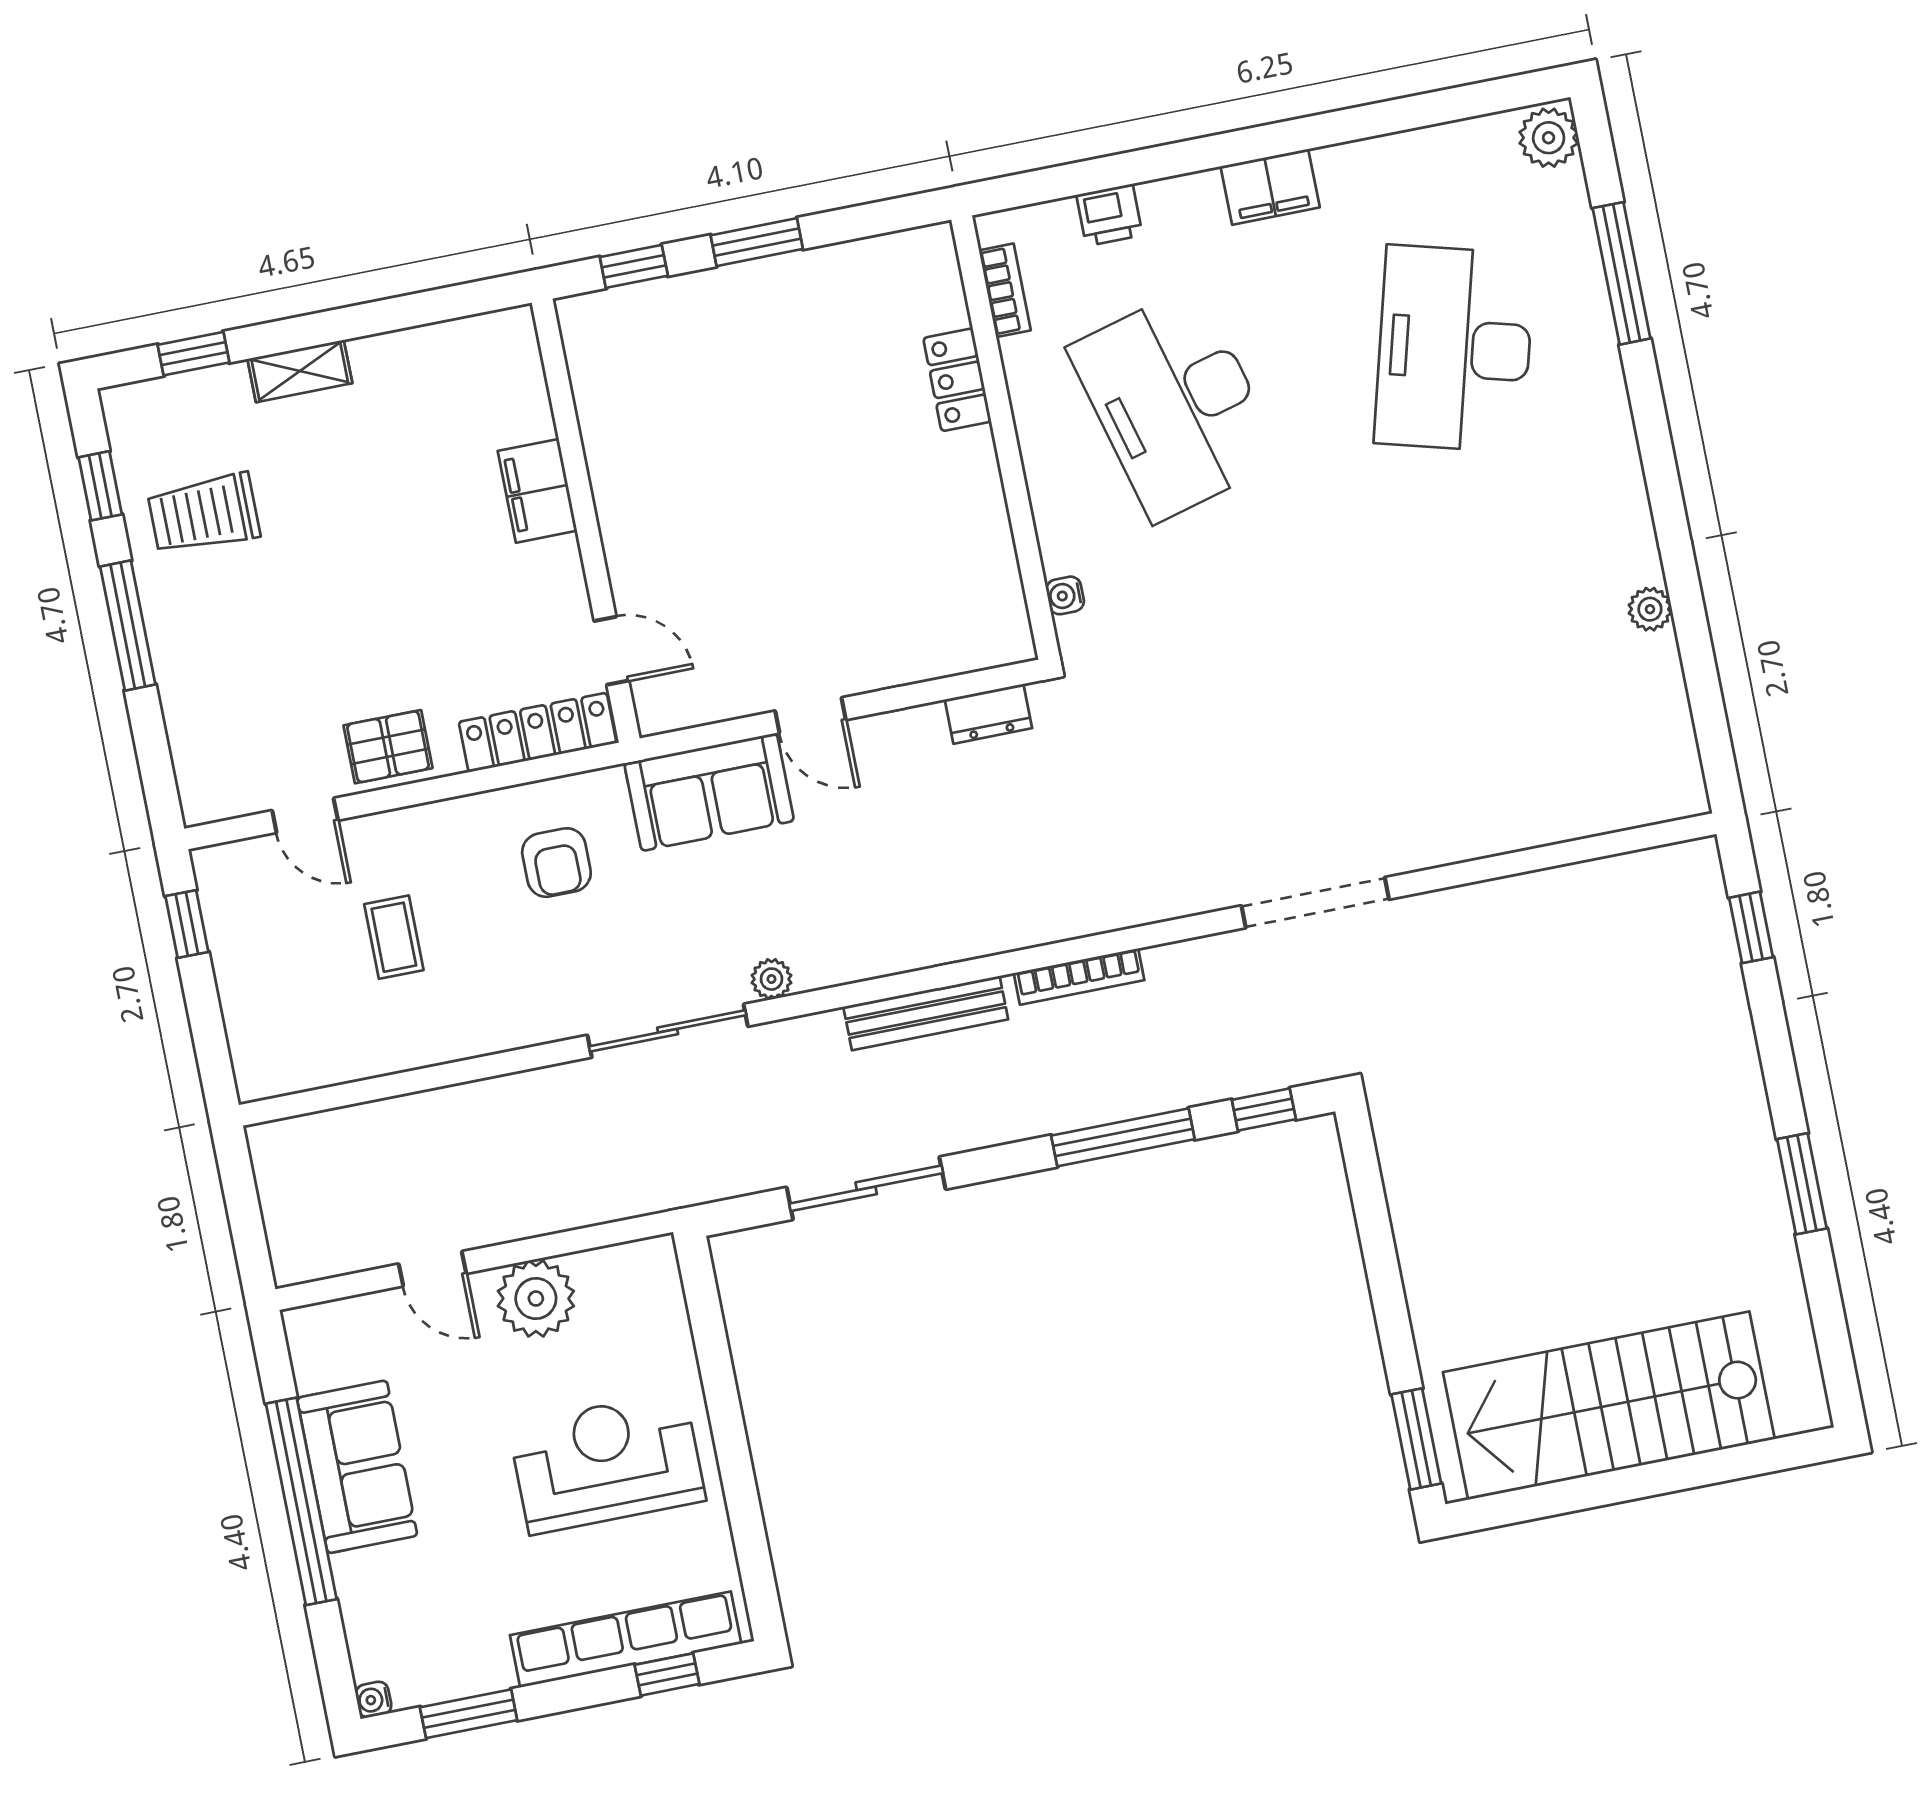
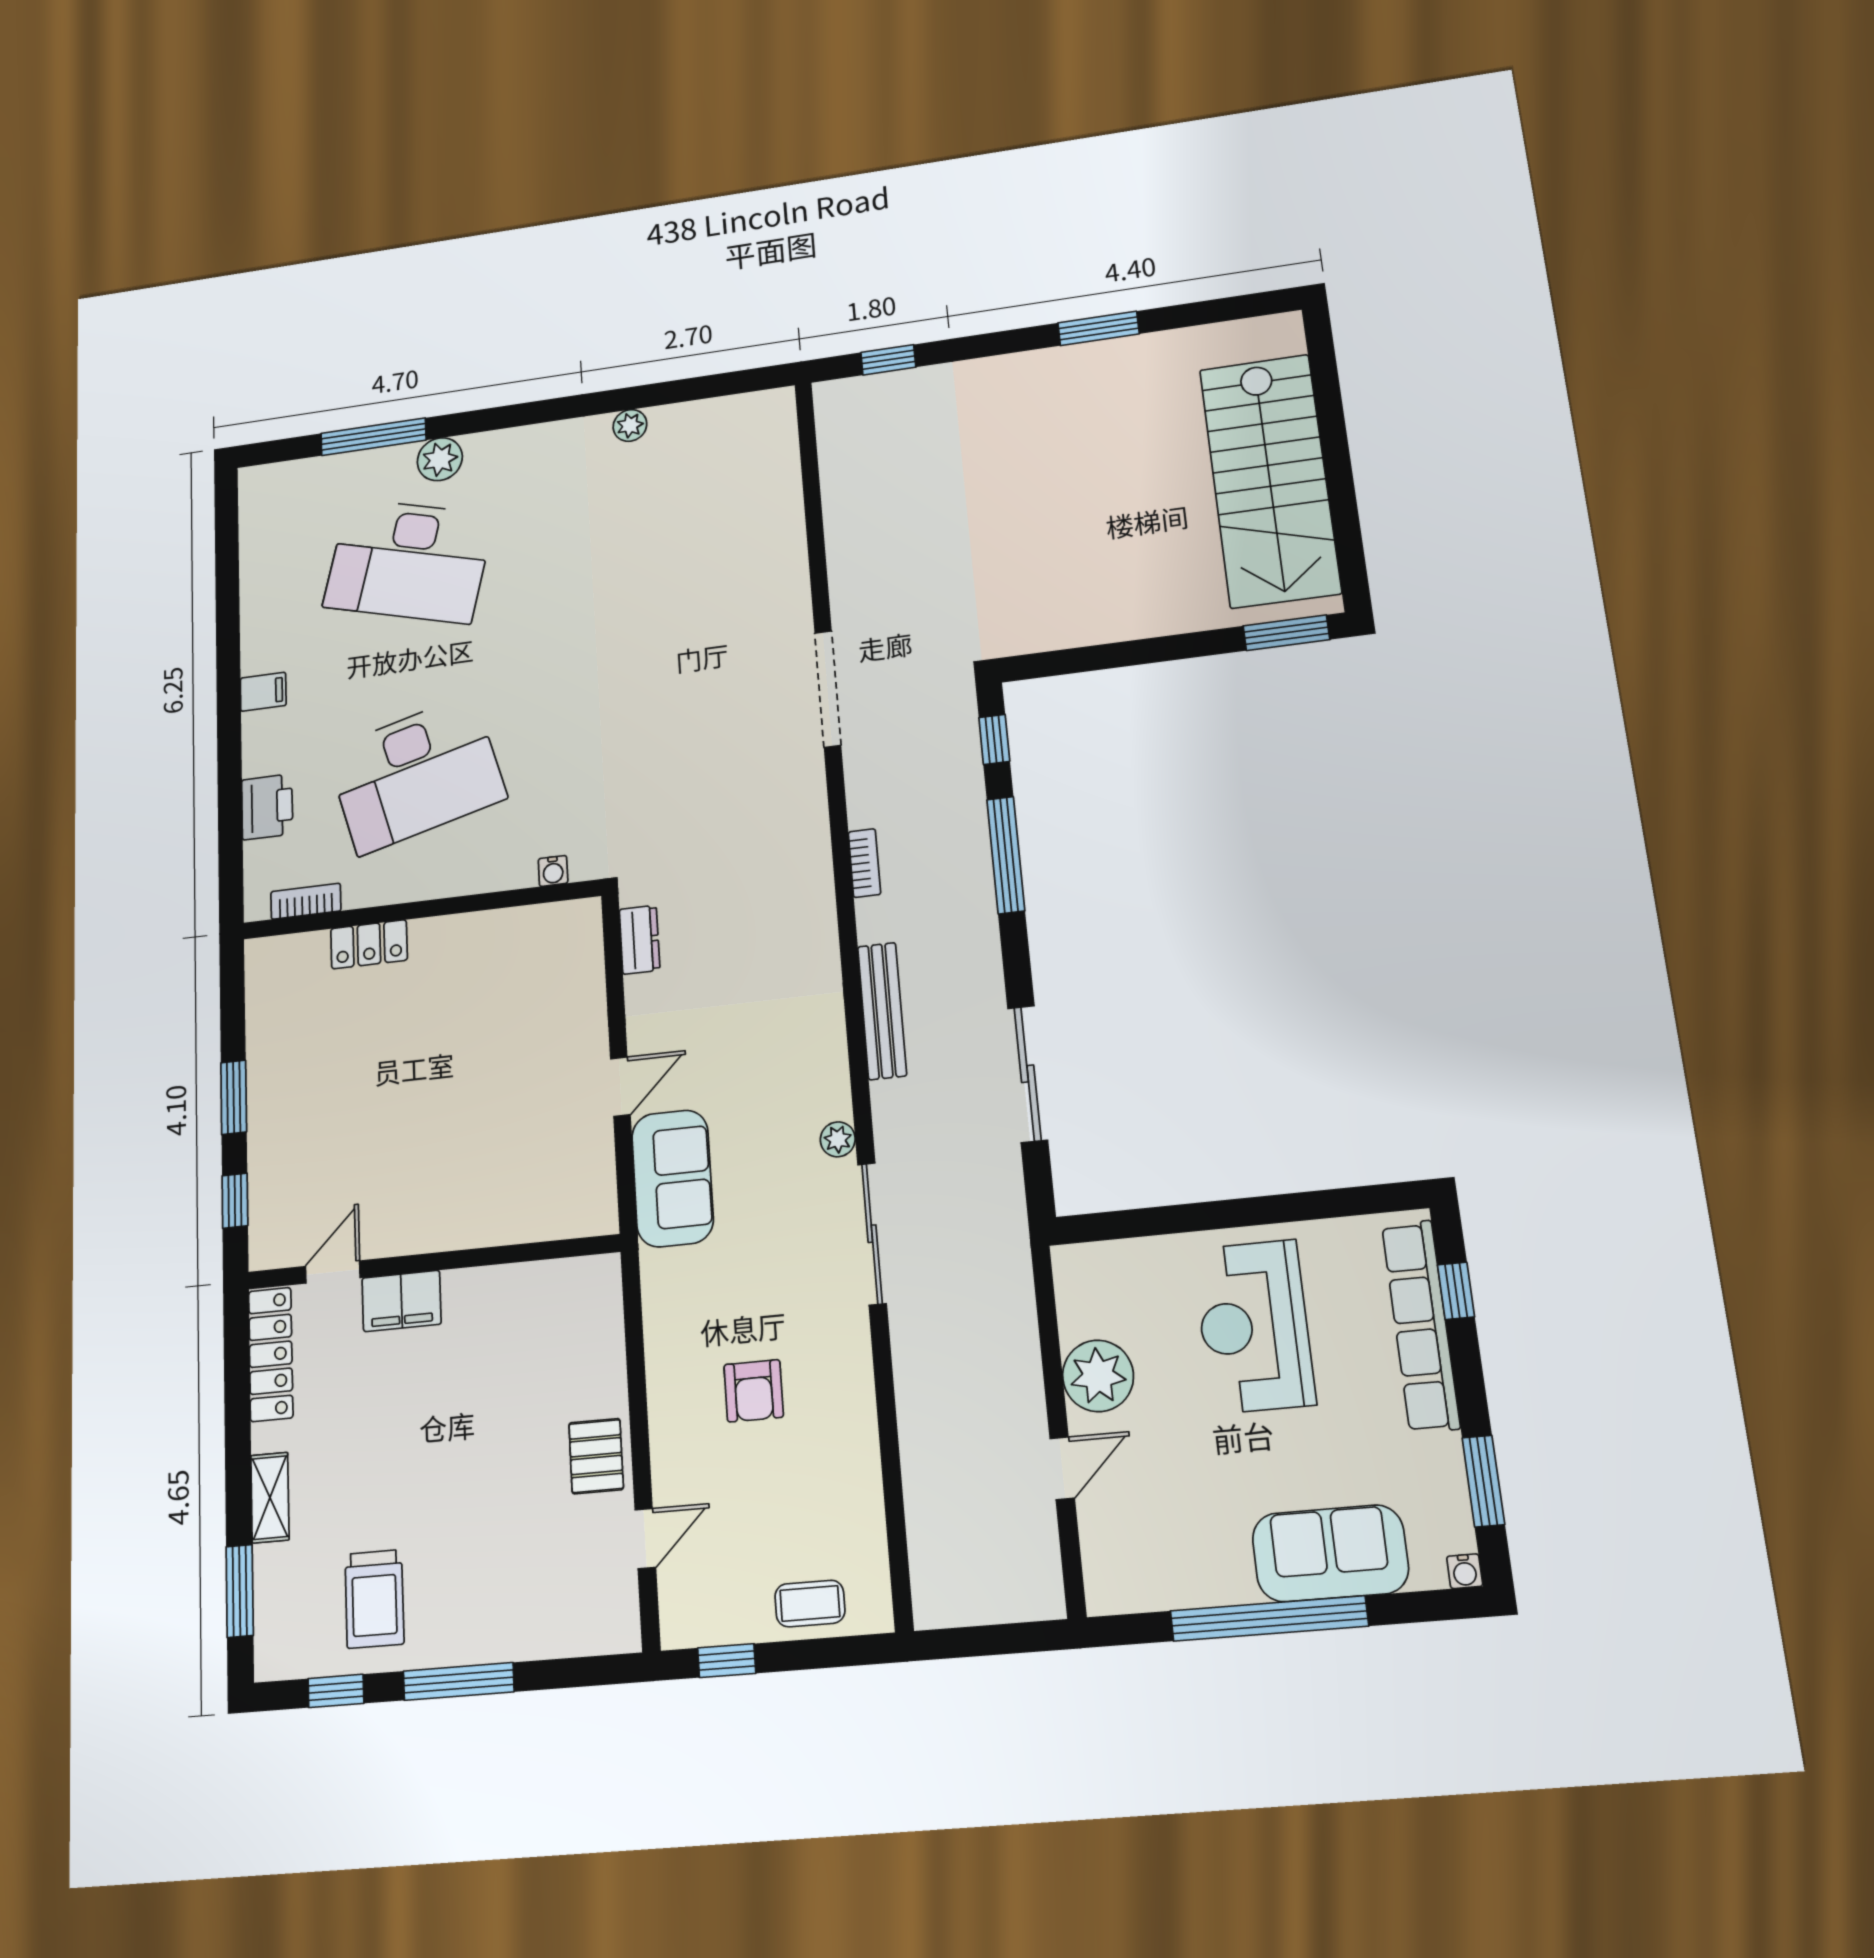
plant: (1549, 138) -> (440, 459), moved
filing cabinet: (1270, 187) -> (263, 692), width x0.50
printer: (1109, 215) -> (267, 807), width x1.36, depth x1.24
window: (194, 354) -> (240, 1591), width x1.50
door: (611, 651) -> (333, 1272), moved
locker: (538, 732) -> (271, 1354), moved, turned 180
armchair: (556, 863) -> (754, 1391), moved, turned 90
coffee table: (394, 937) -> (810, 1603), moved
bookcase: (1079, 977) -> (864, 863), width x0.64
sofa: (357, 1467) -> (1330, 1553), moved

